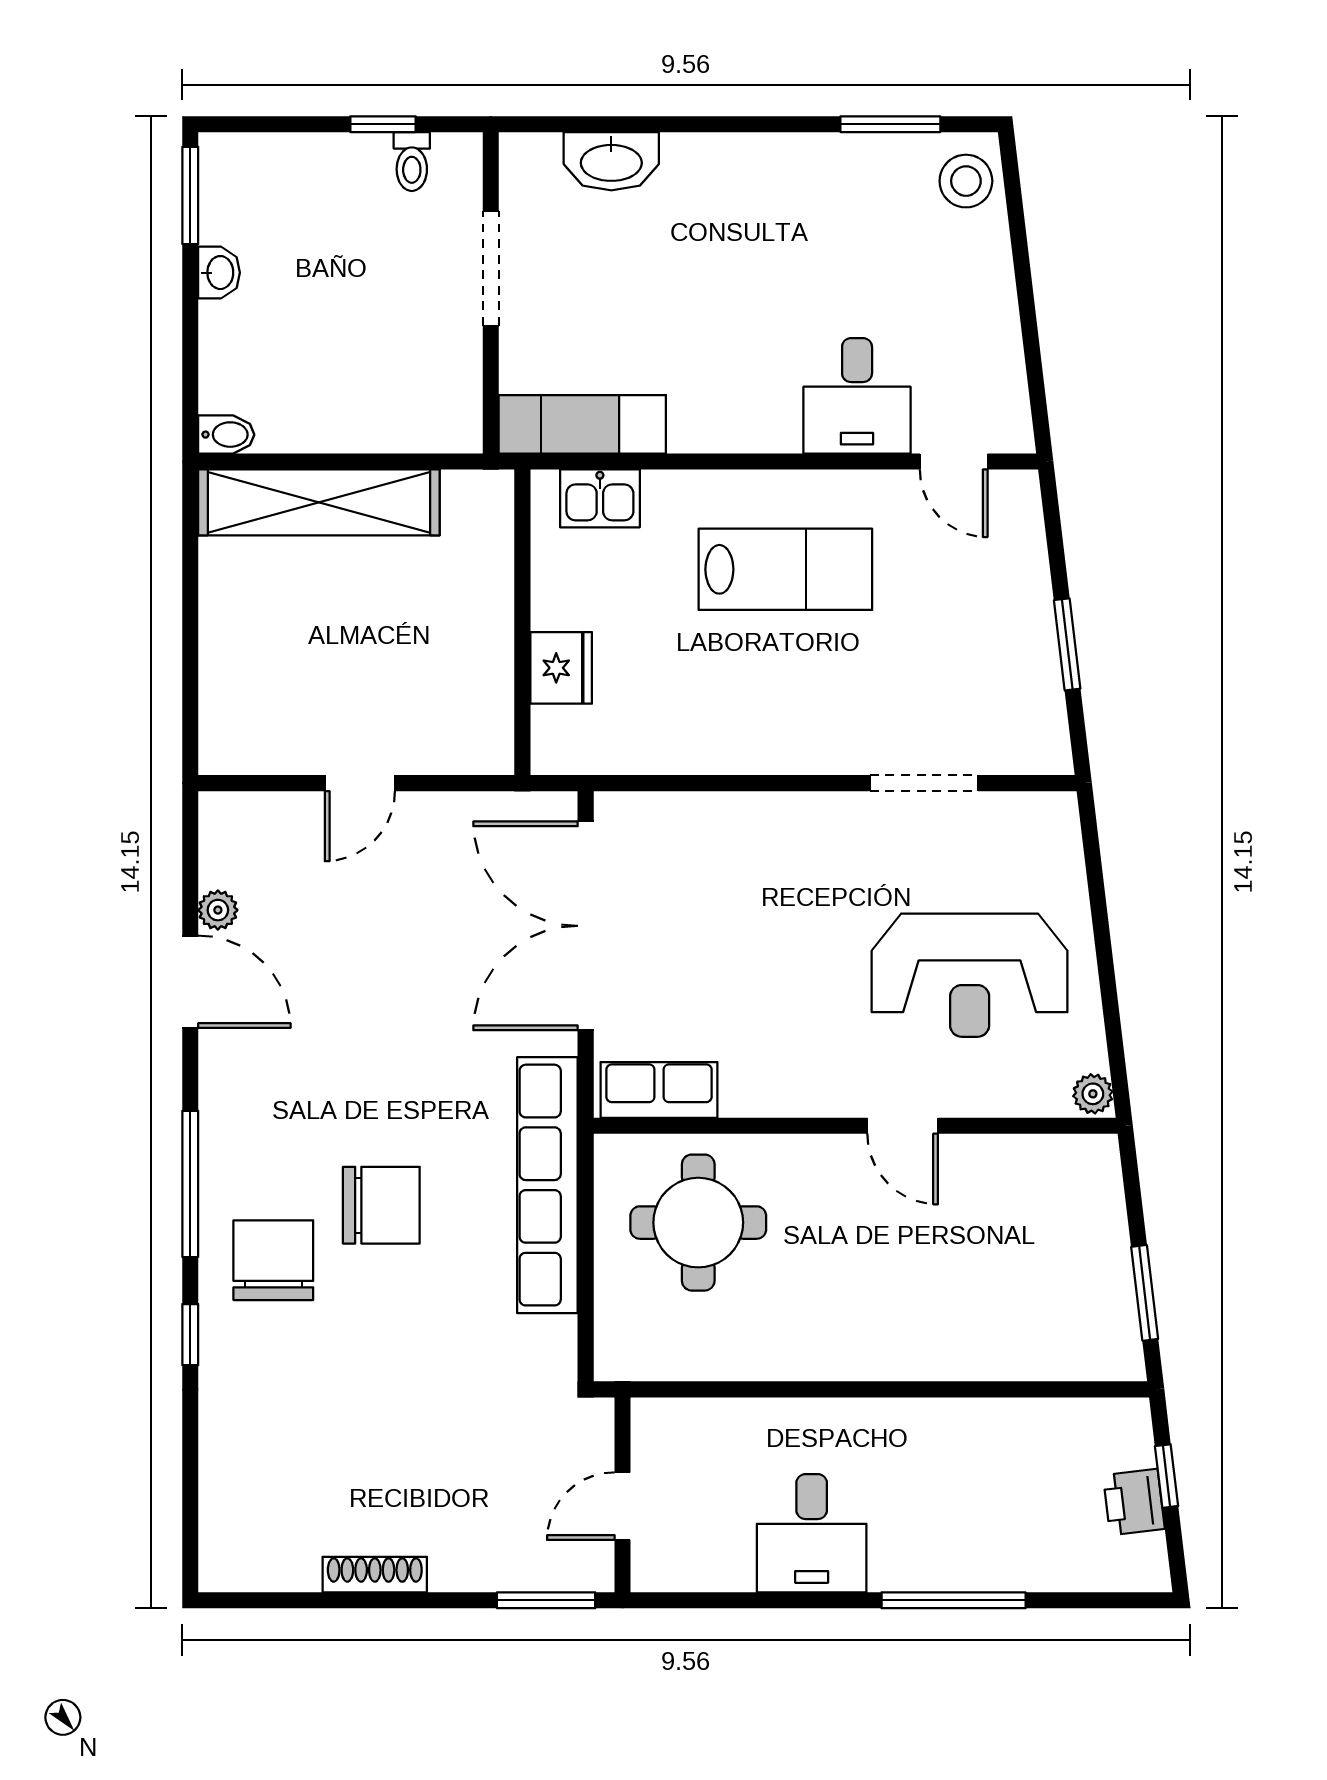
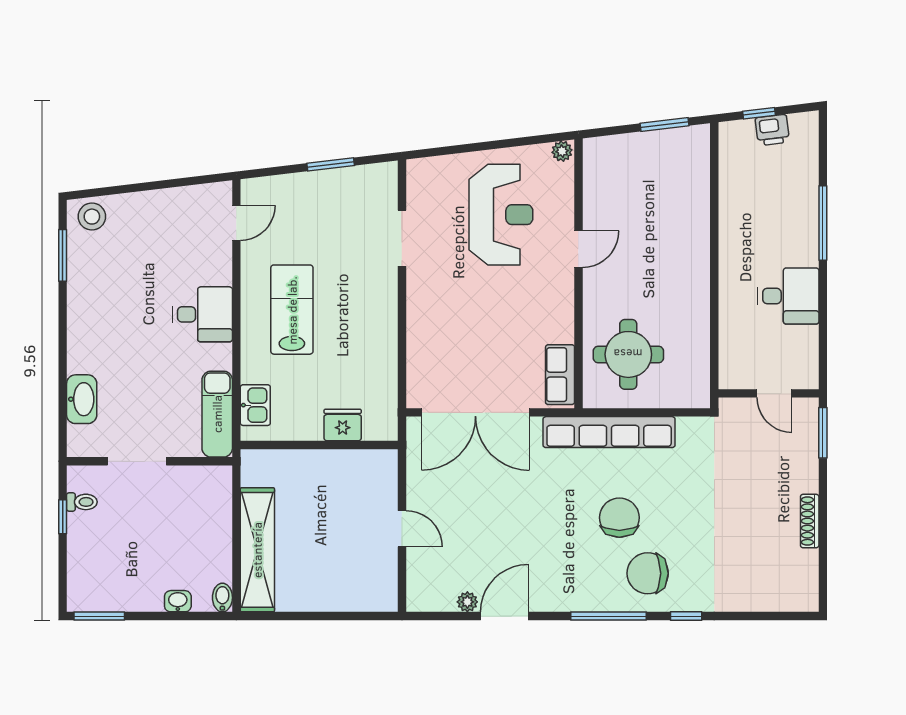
washbasin: (219, 273) -> (178, 601), moved
desk: (857, 396) -> (203, 314), moved

